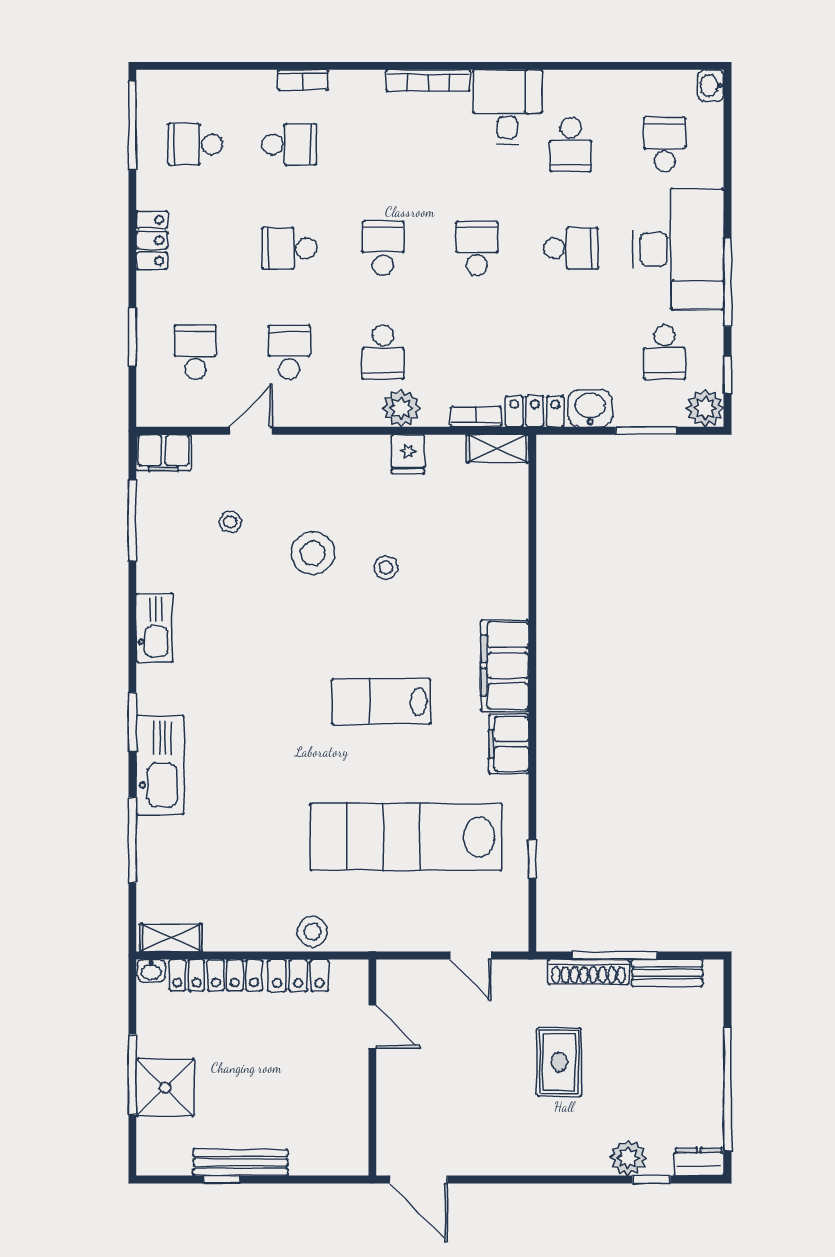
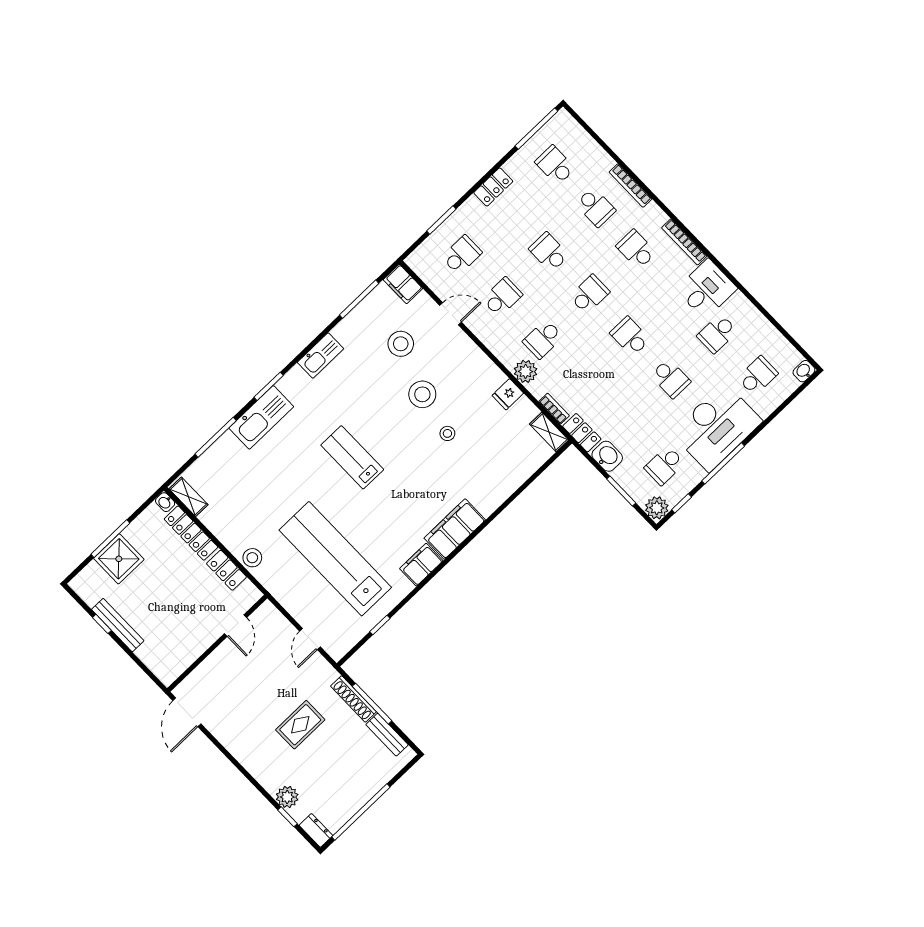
bookcase: (303, 80) -> (630, 186), width x1.56
school desk: (383, 144) -> (636, 249), added
school desk: (477, 248) -> (630, 336), turned -90
stool: (230, 522) -> (401, 344), width x1.89, depth x1.89
lab bench: (381, 702) -> (352, 457), moved

